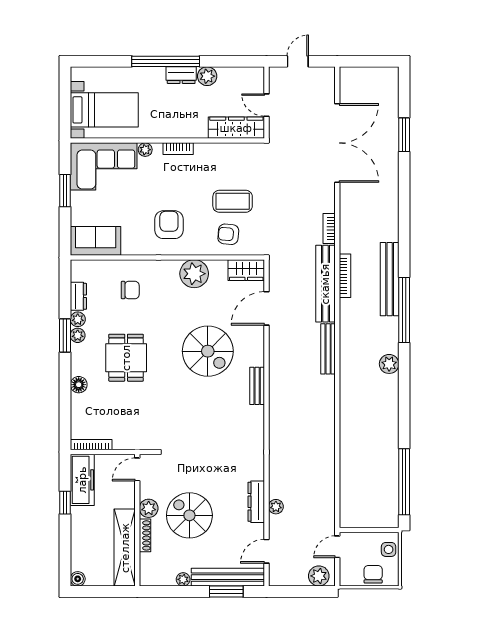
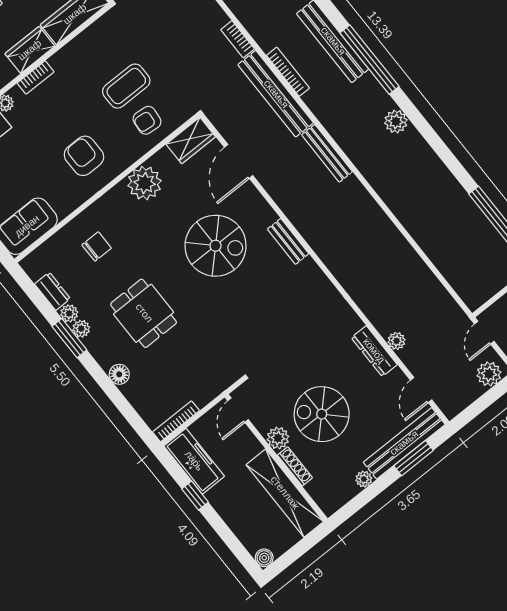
wardrobe: (189, 128) -> (30, 50), added

